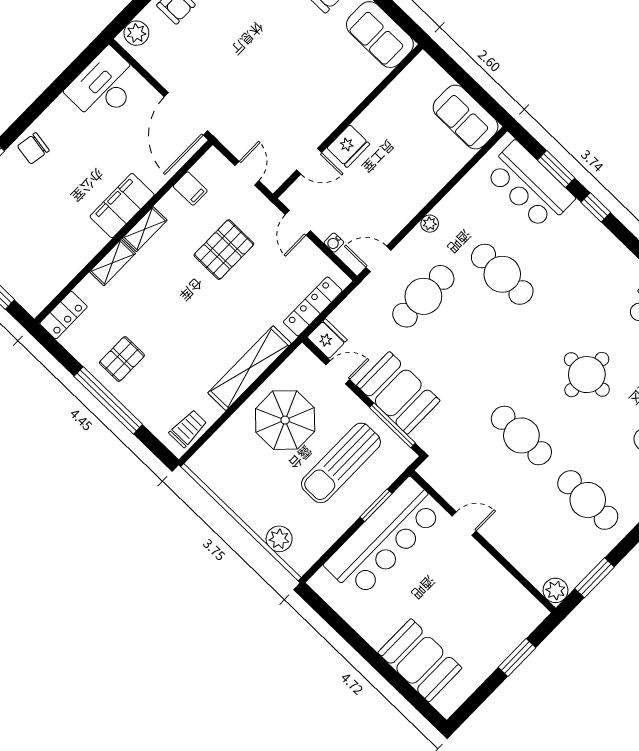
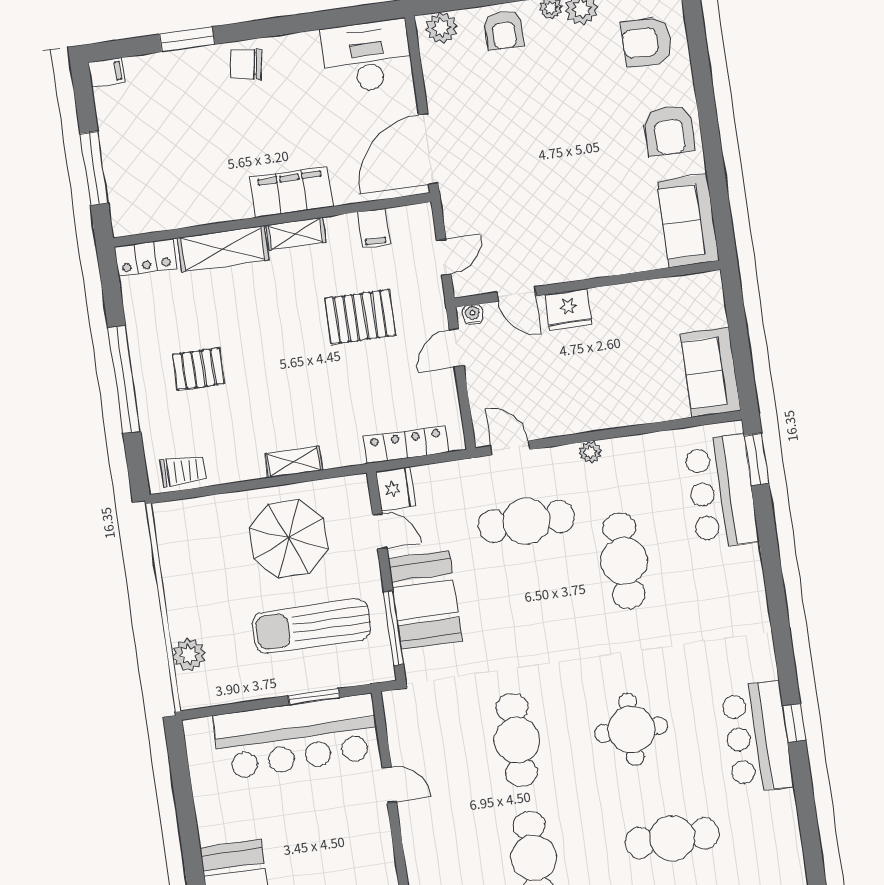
window: (556, 169) -> (757, 459), moved
window: (596, 207) -> (772, 566), removed
water cooler: (334, 243) -> (473, 314), moved, turned 90
shelving: (112, 263) -> (223, 249), width x1.50, depth x1.33
pallet: (122, 359) -> (199, 369), moved
shelving: (250, 368) -> (294, 462), width x0.45, depth x0.75

